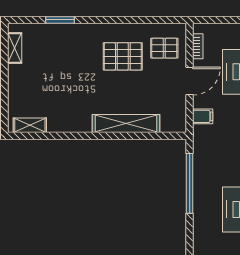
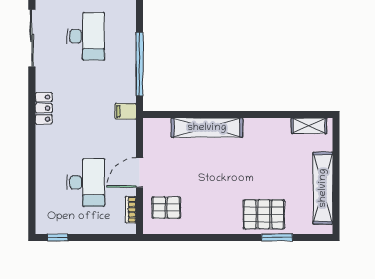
shelving: (15, 48) -> (323, 188), width x2.20, depth x1.33
pallet: (123, 56) -> (264, 214), moved
filing cabinet: (203, 116) -> (126, 111), moved

